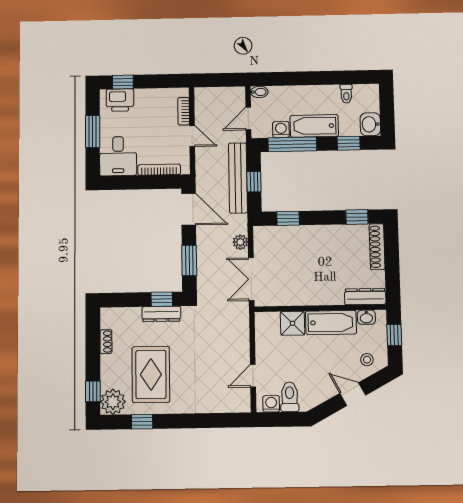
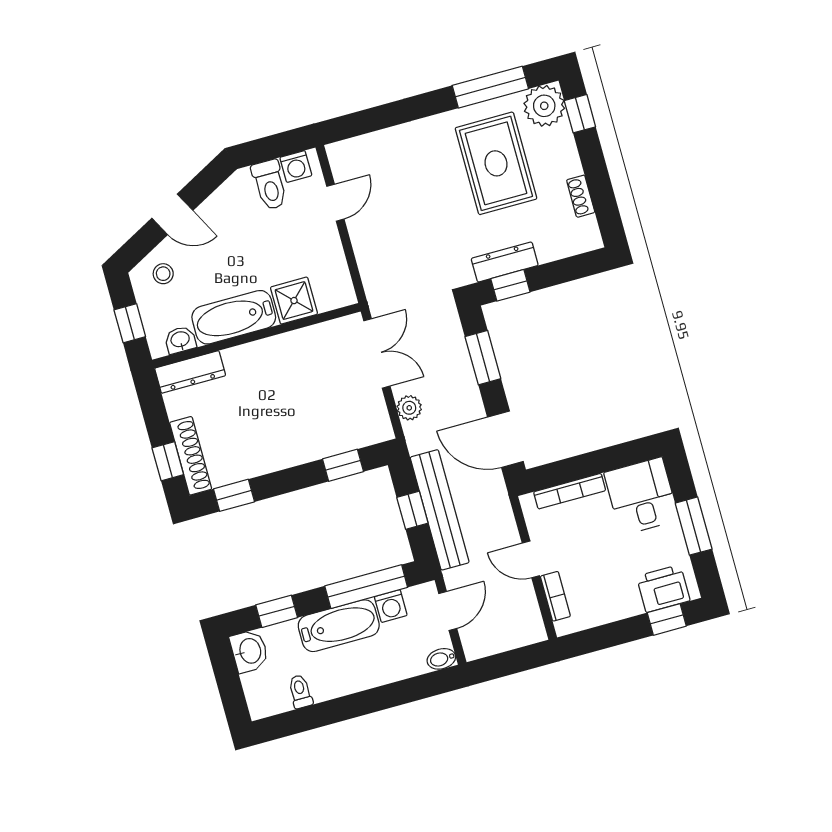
window: (391, 247) -> (168, 461), added
window: (142, 422) -> (490, 87), width x2.17

